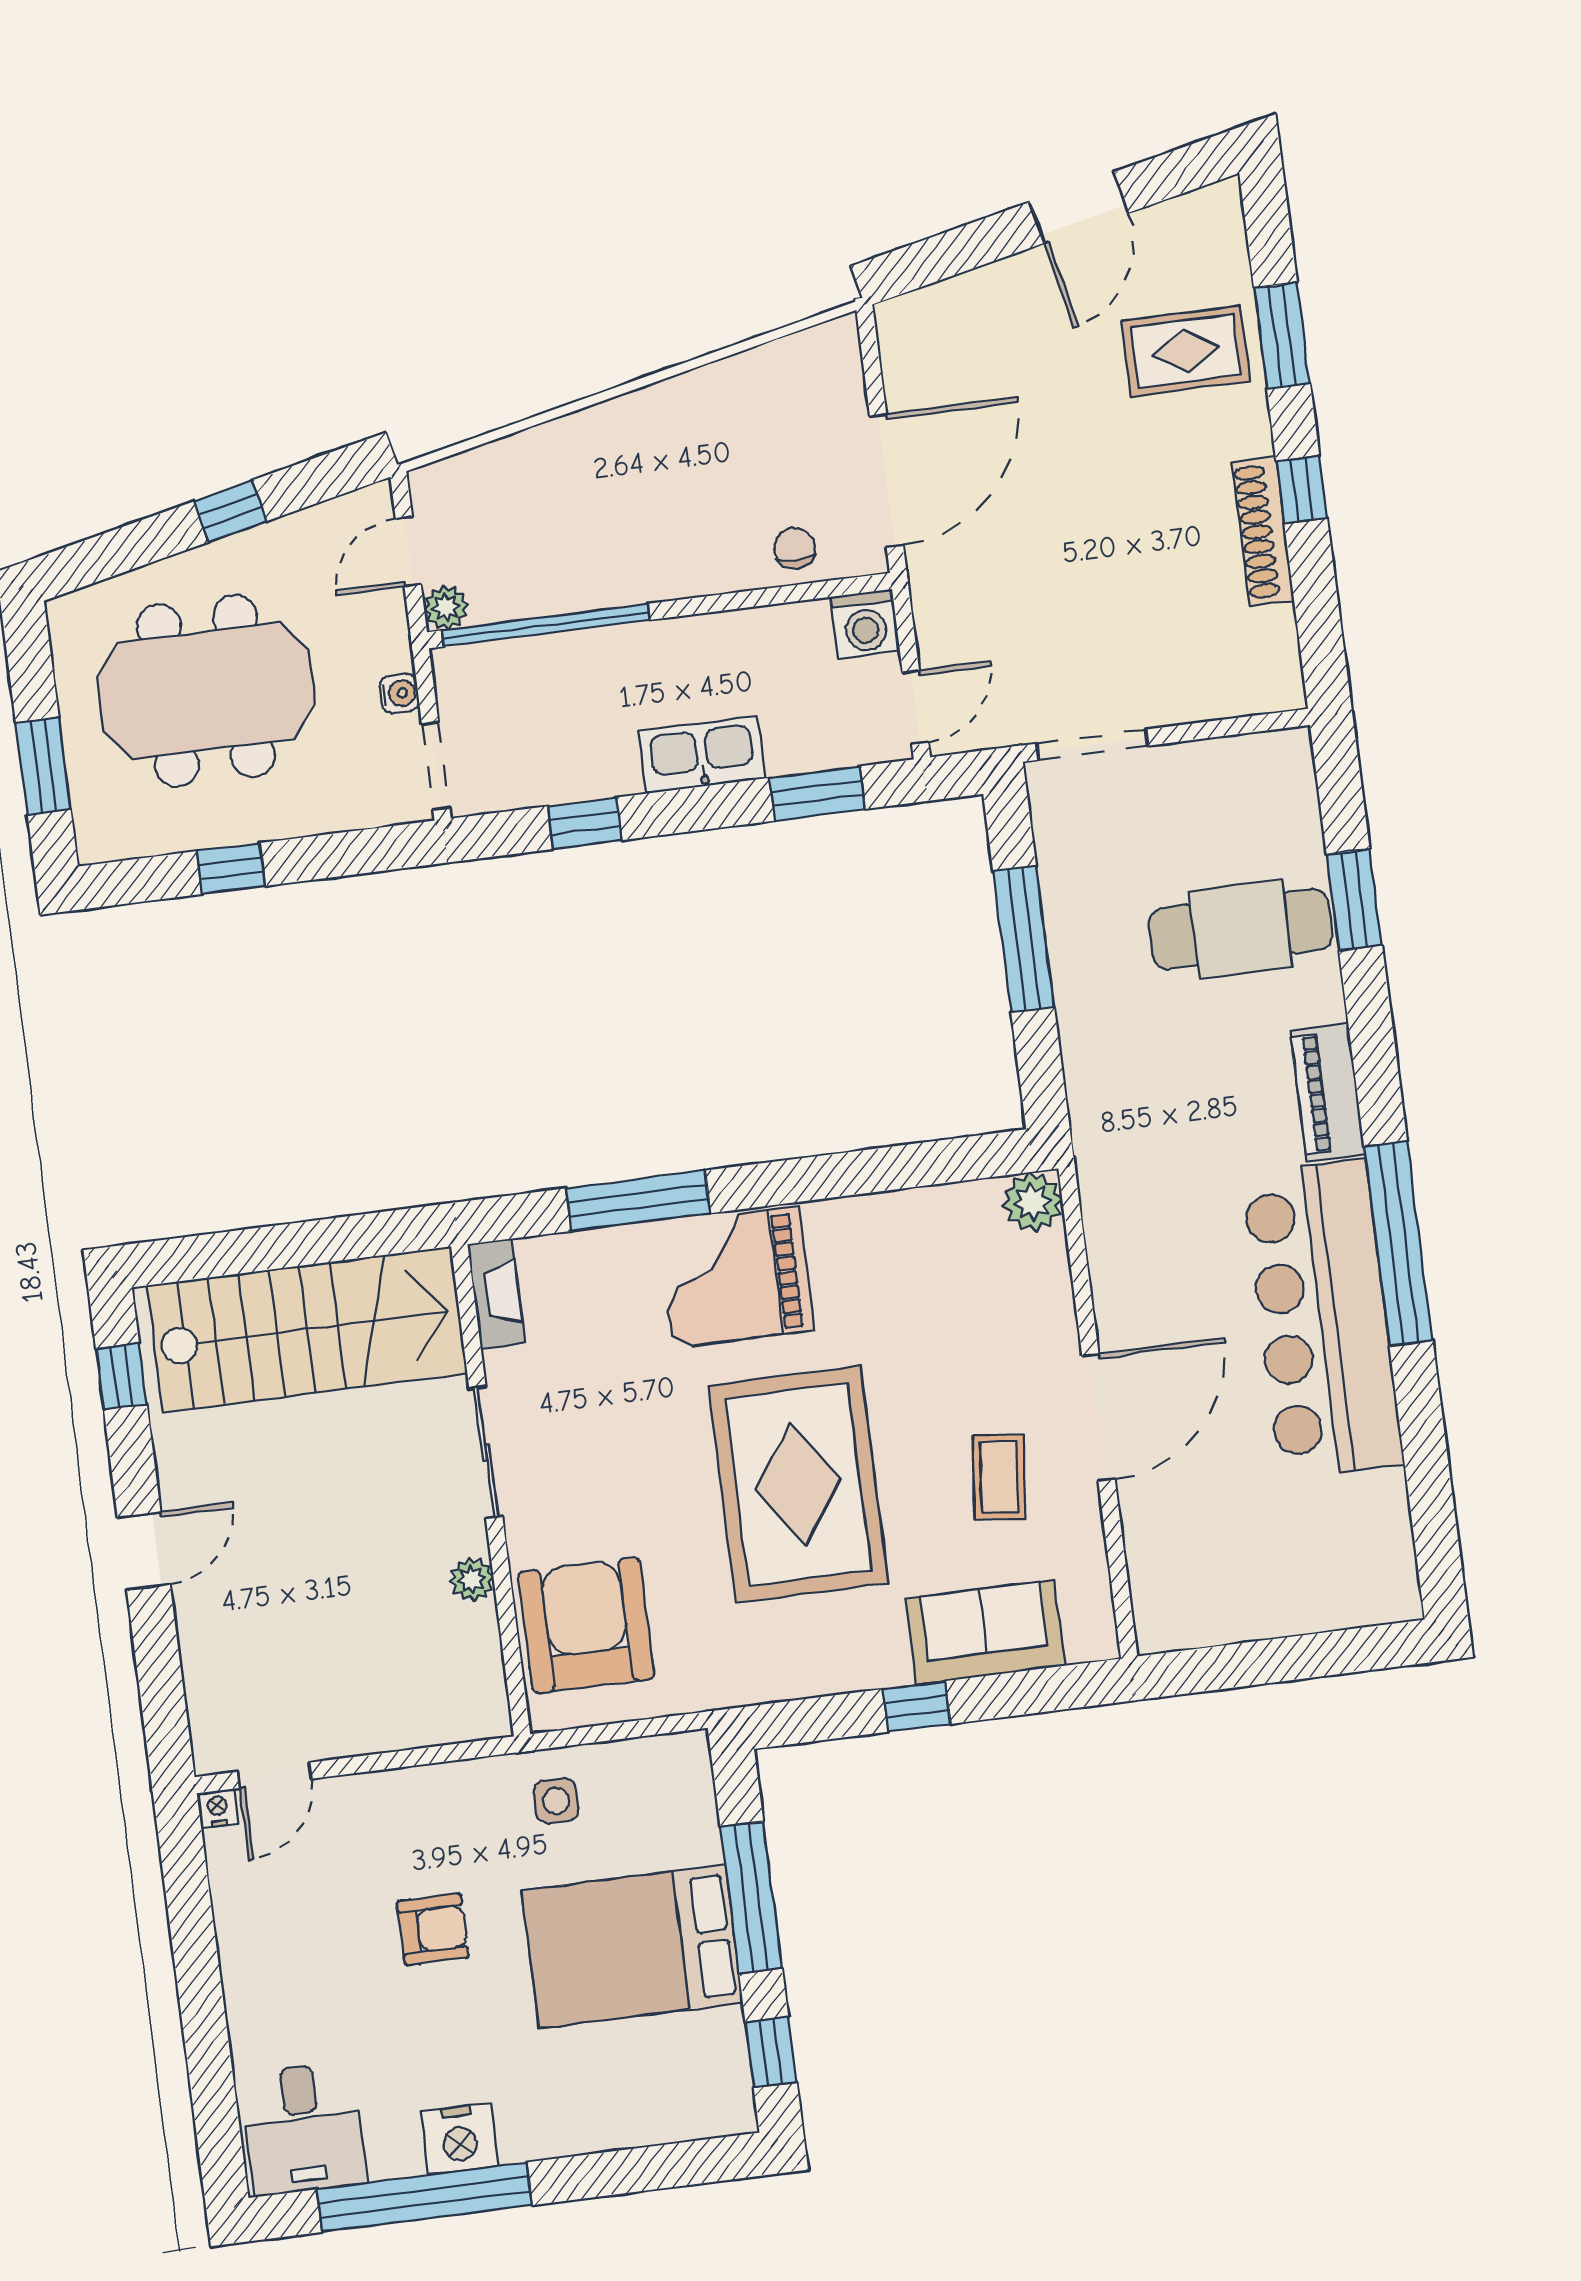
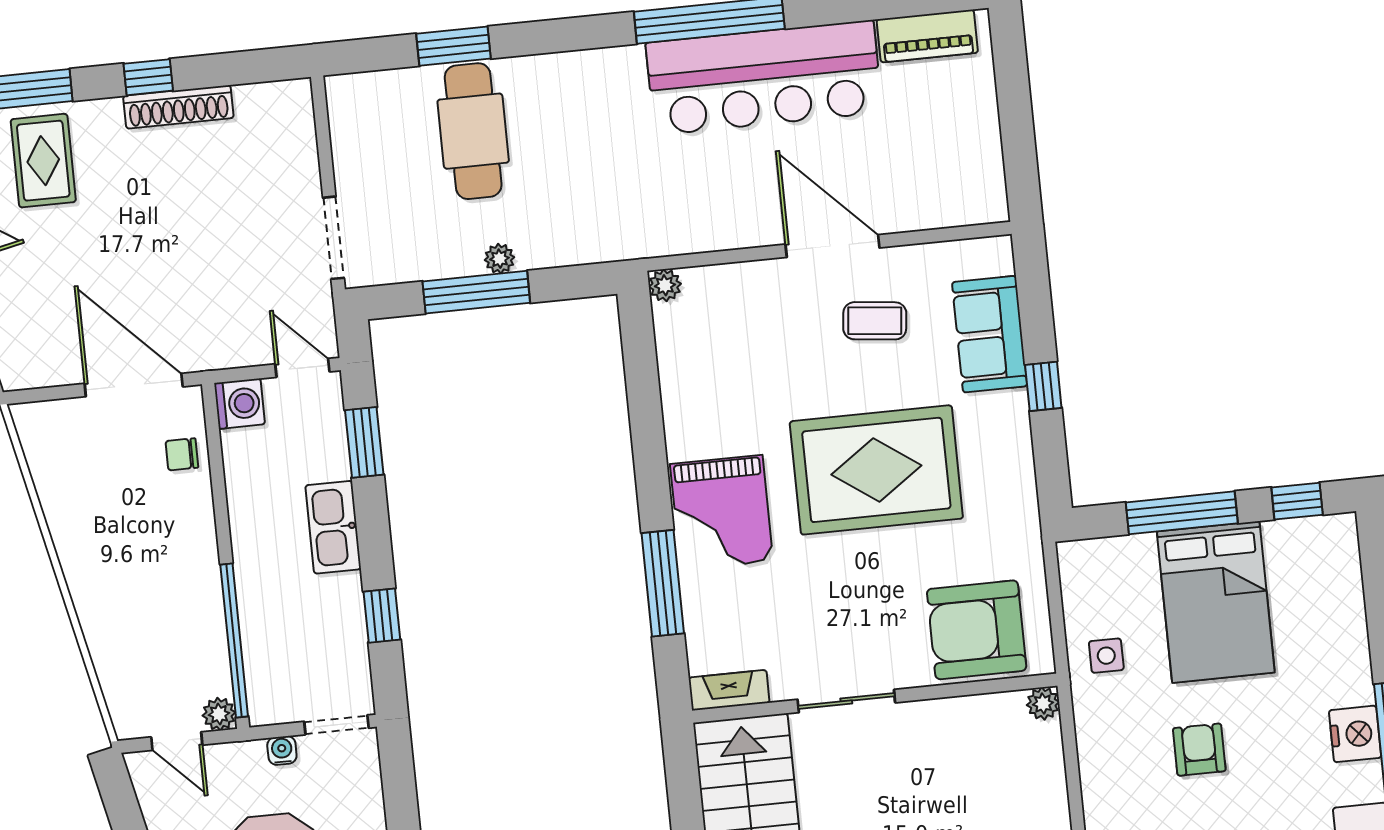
plant: (1070, 969) -> (500, 259), added
piano: (1328, 1092) -> (927, 36), moved
plant: (1032, 1202) -> (665, 285), width x0.73, depth x0.73
plant: (472, 1579) -> (1043, 704), moved

